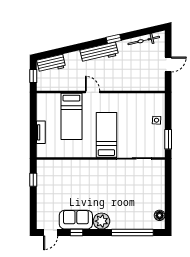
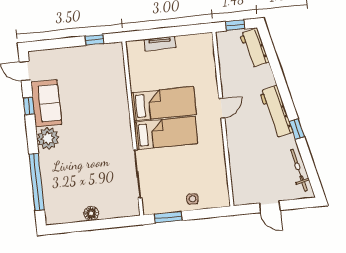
bed: (71, 116) -> (164, 104), moved, turned 180
floor lamp: (160, 215) -> (91, 213), moved

